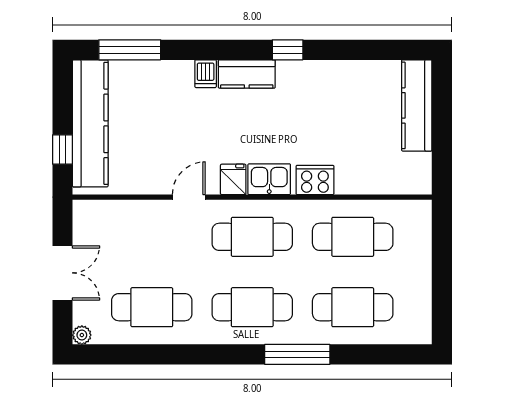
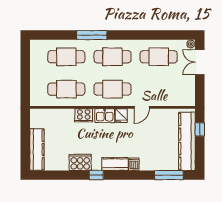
cooker: (323, 77) -> (80, 162), added
double door: (62, 273) -> (200, 62), moved

